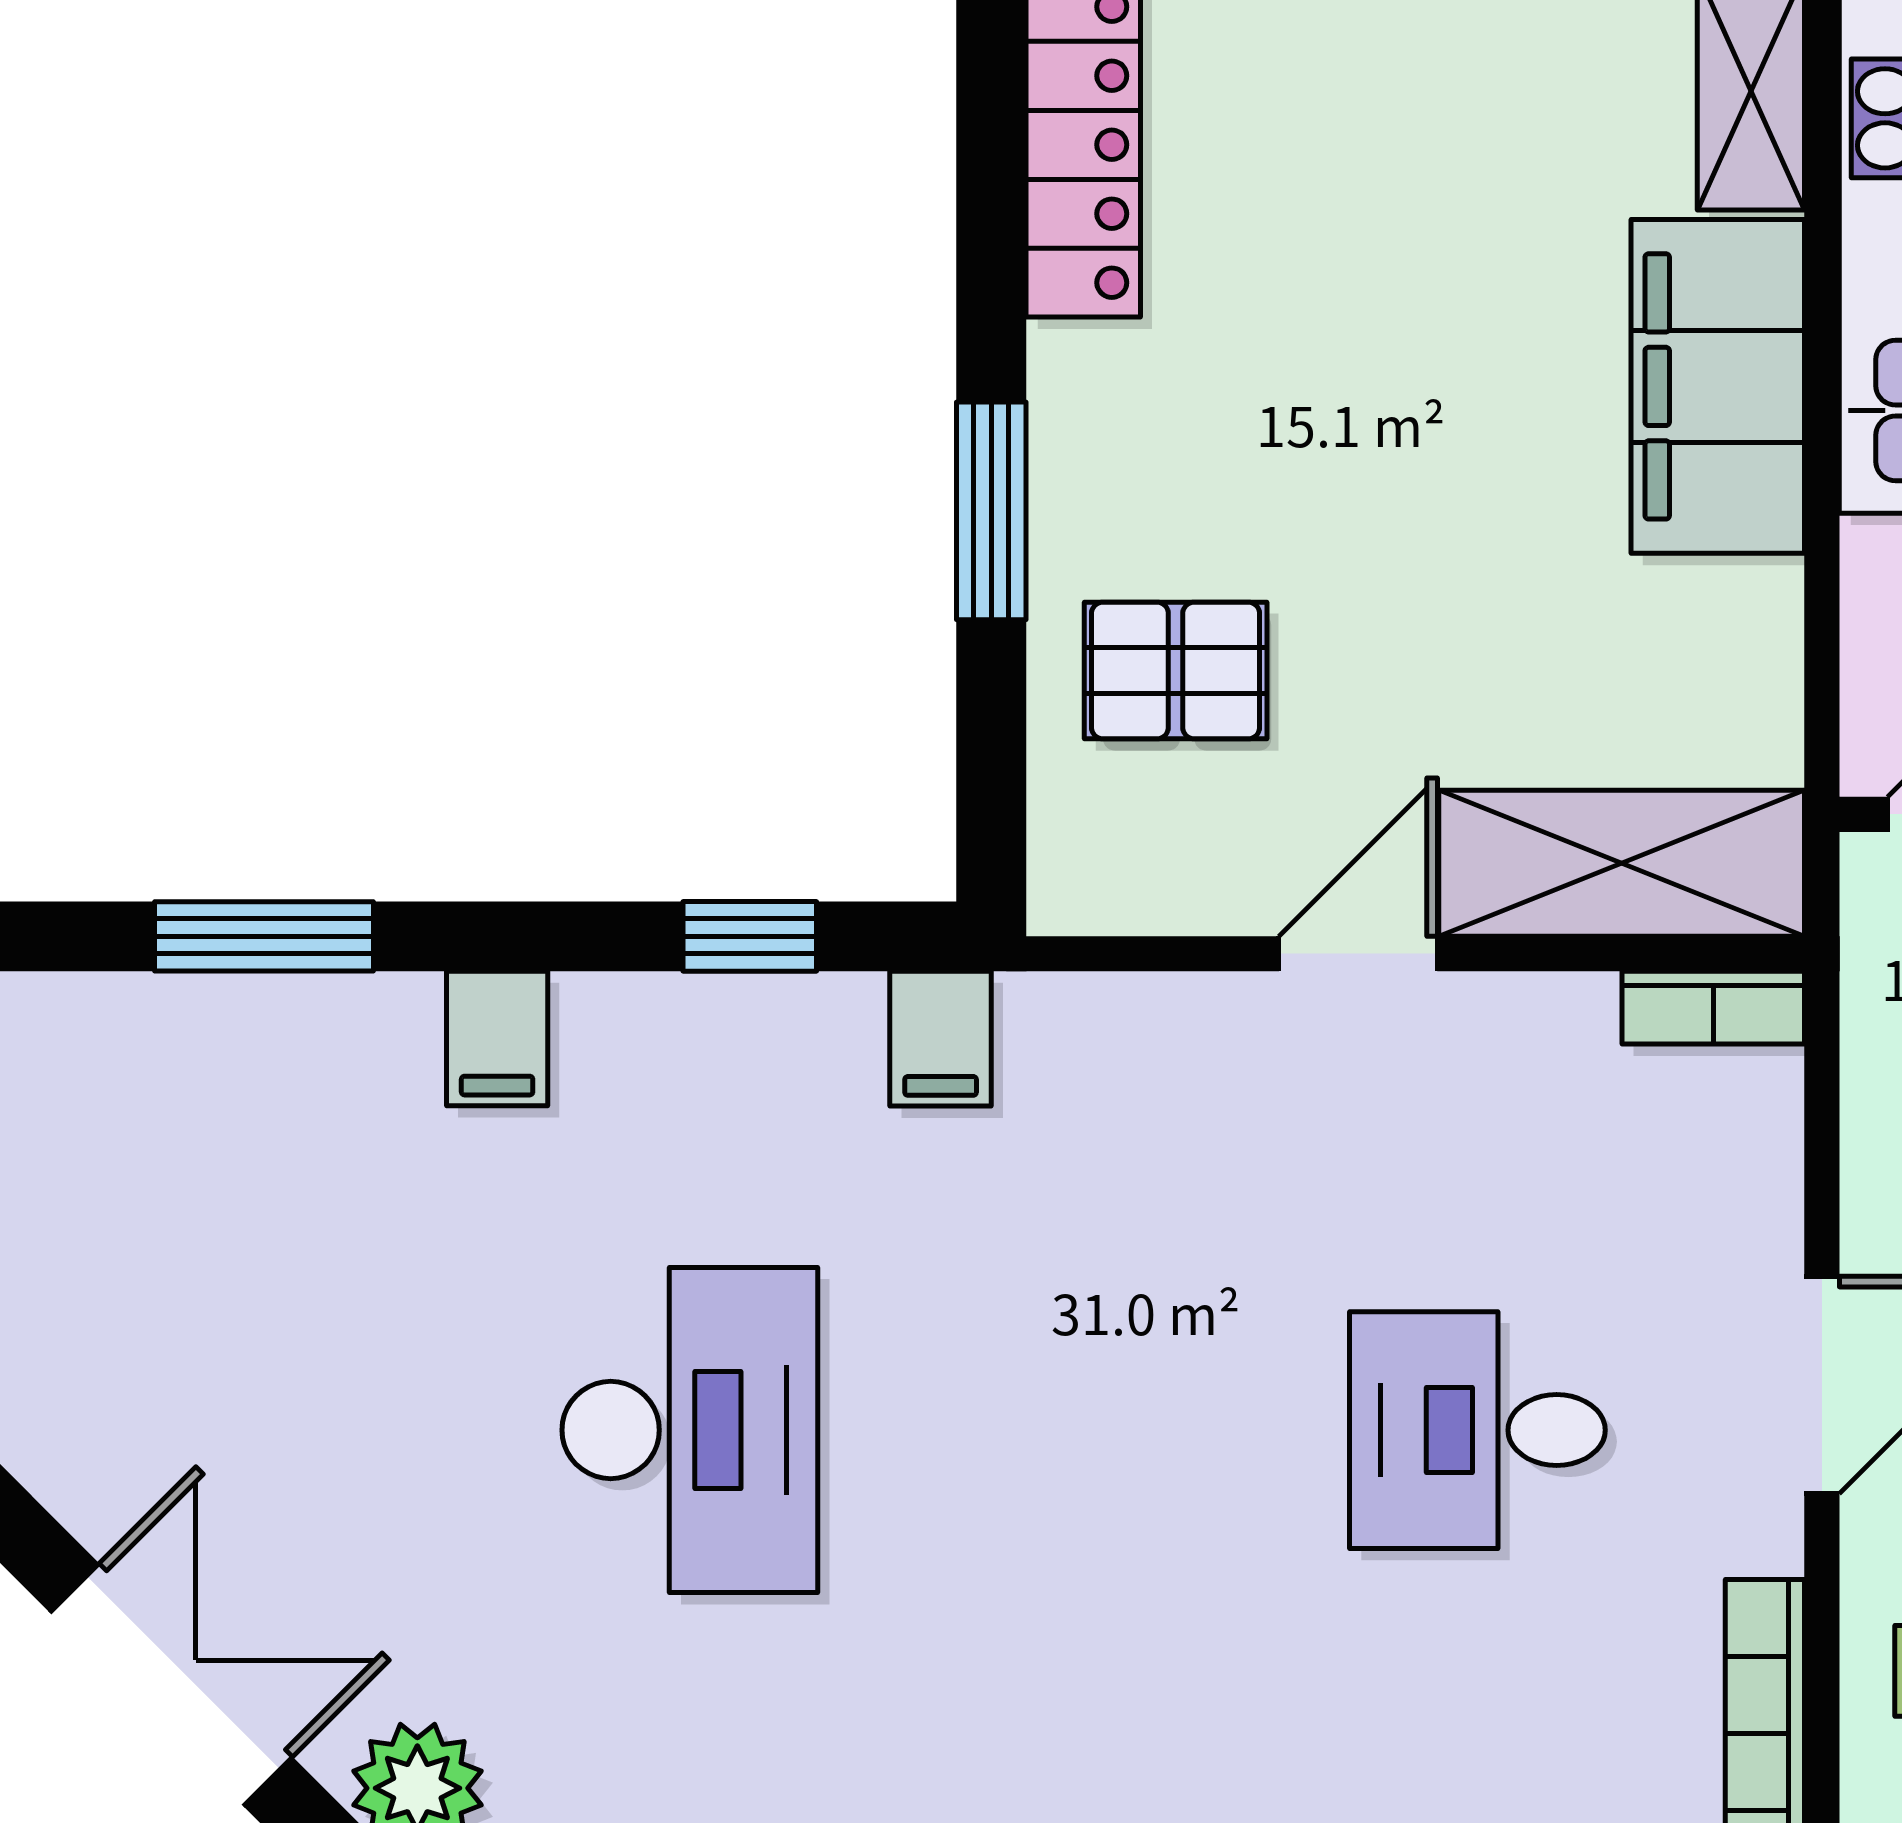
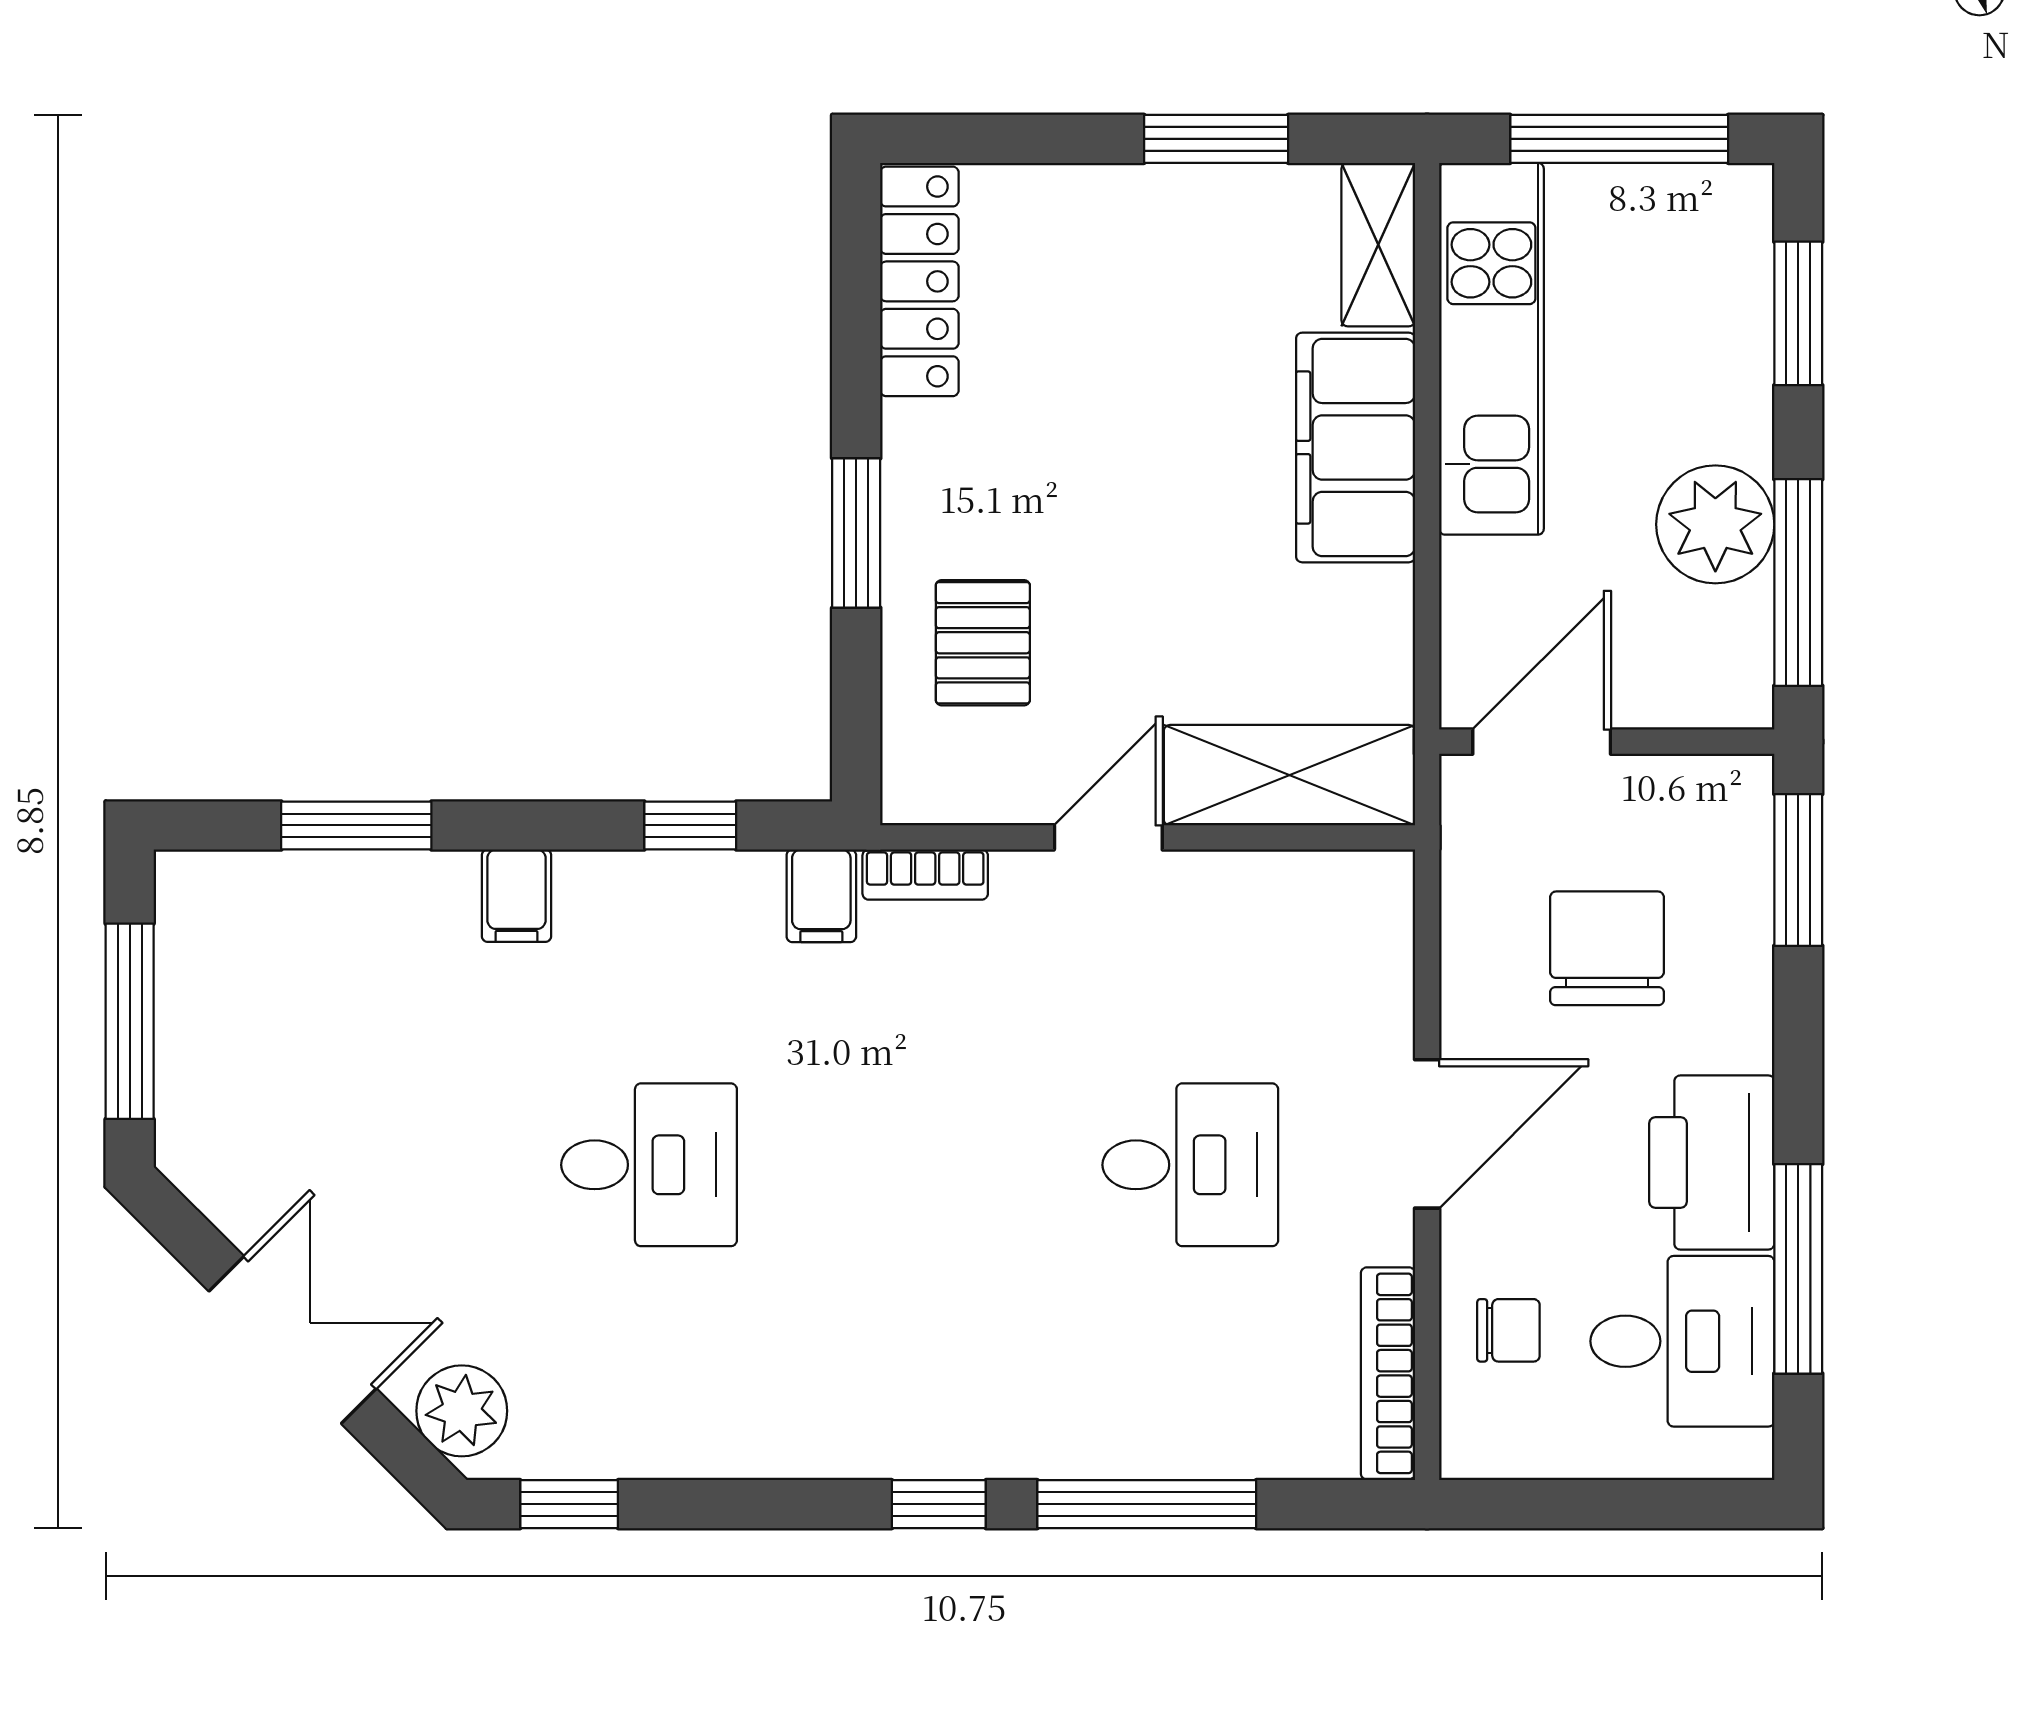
pallet: (1176, 670) -> (983, 643), turned 90
bookcase: (1713, 1008) -> (925, 875), moved
desk: (690, 1430) -> (649, 1165), width x0.73
desk: (1477, 1430) -> (1190, 1165), turned 180

